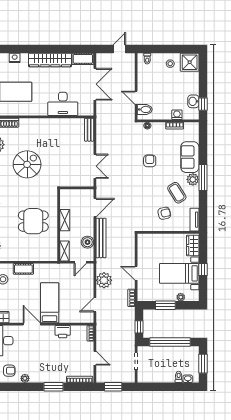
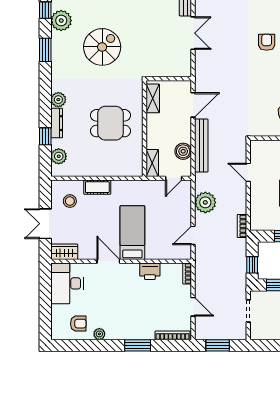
double door: (95, 166) -> (193, 33), moved
shelving: (65, 220) -> (153, 98), moved
door: (136, 273) -> (248, 172), moved

